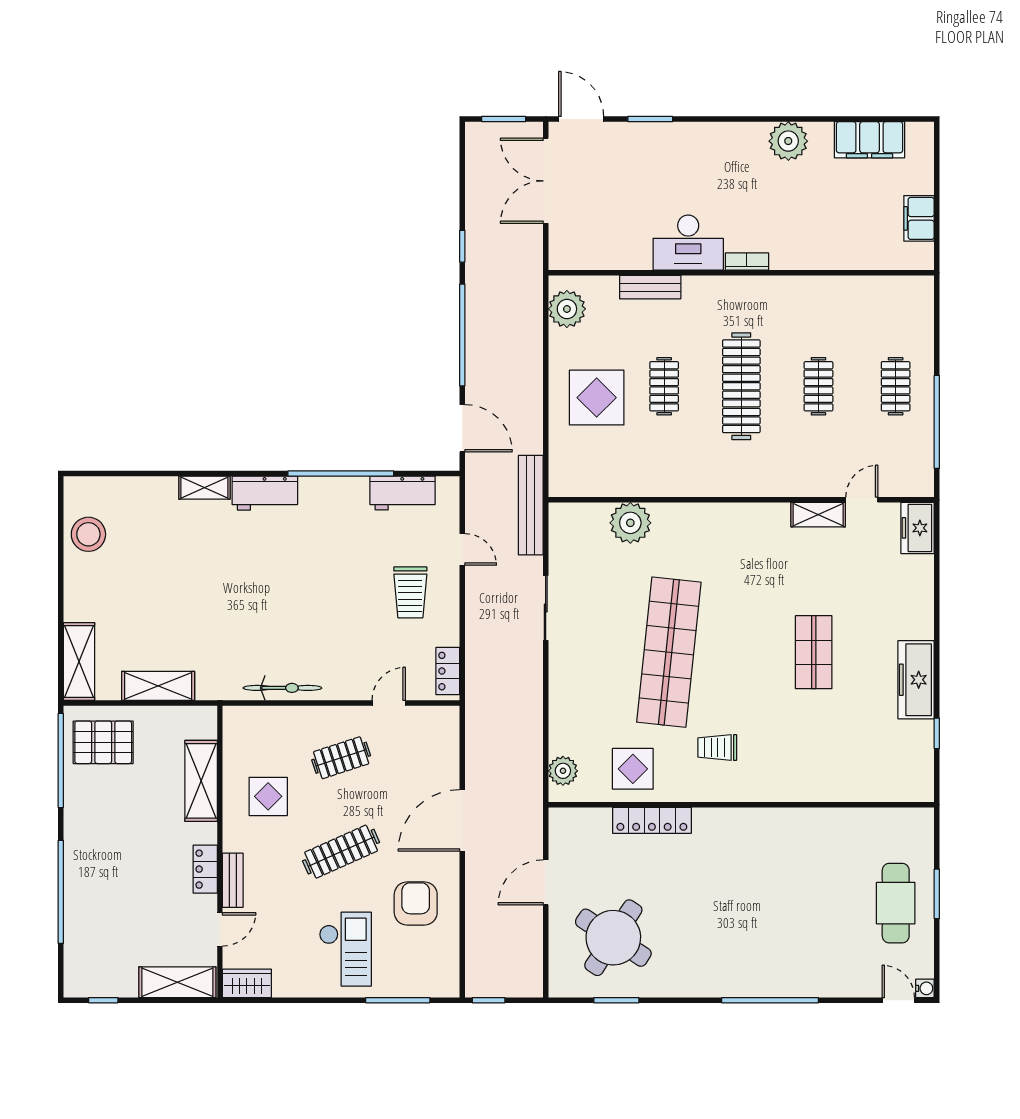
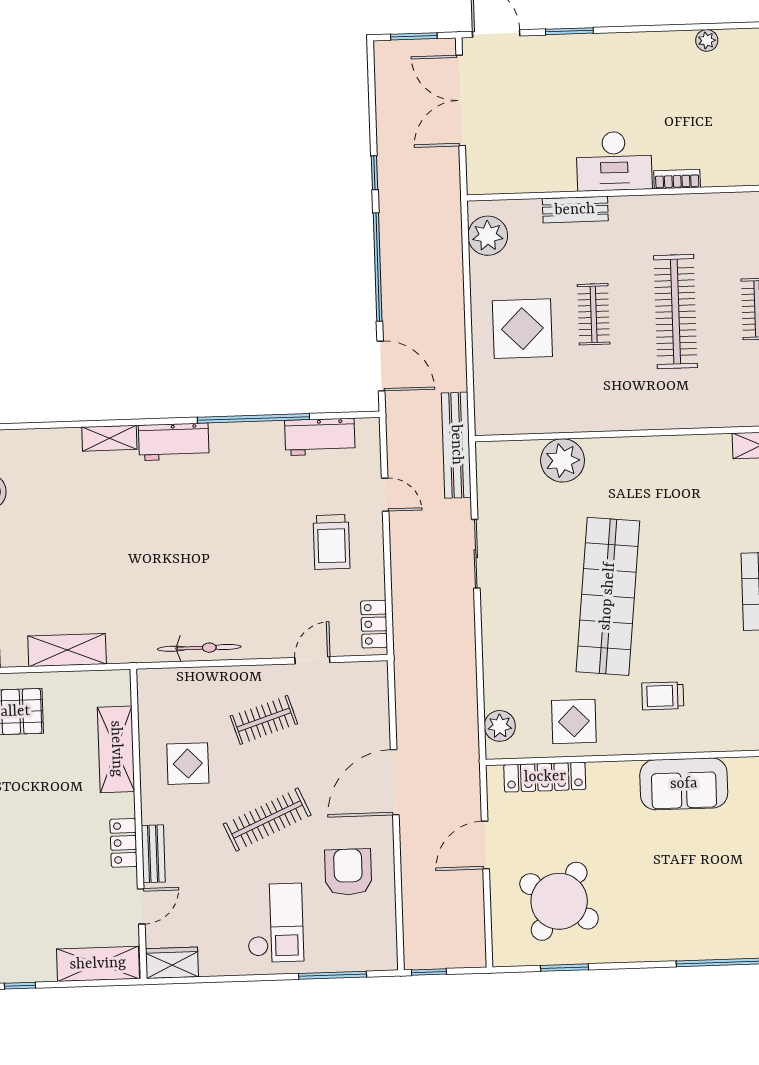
plant: (788, 141) -> (707, 40), width x0.53, depth x0.53
locker: (652, 820) -> (545, 777), moved
sofa: (734, 831) -> (684, 784), added

